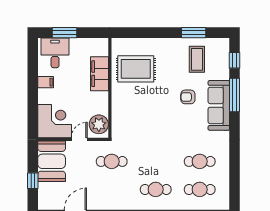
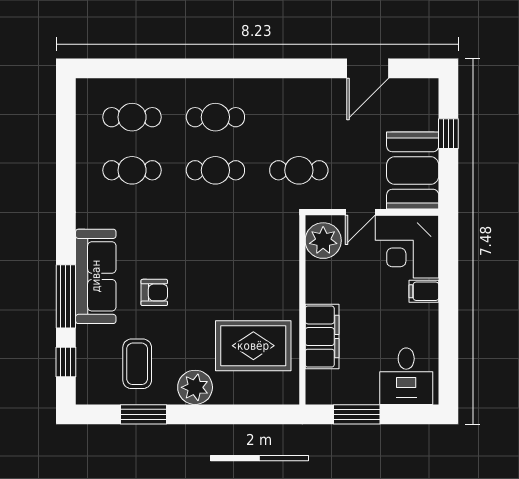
window: (65, 33) -> (357, 414), moved
plant: (166, 47) -> (195, 387), added
filing cabinet: (46, 82) -> (424, 291), moved
cafe table: (156, 161) -> (215, 170), added

